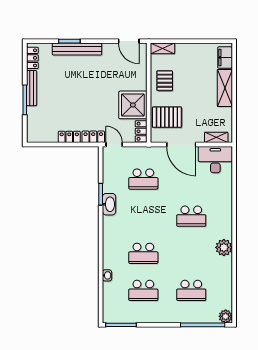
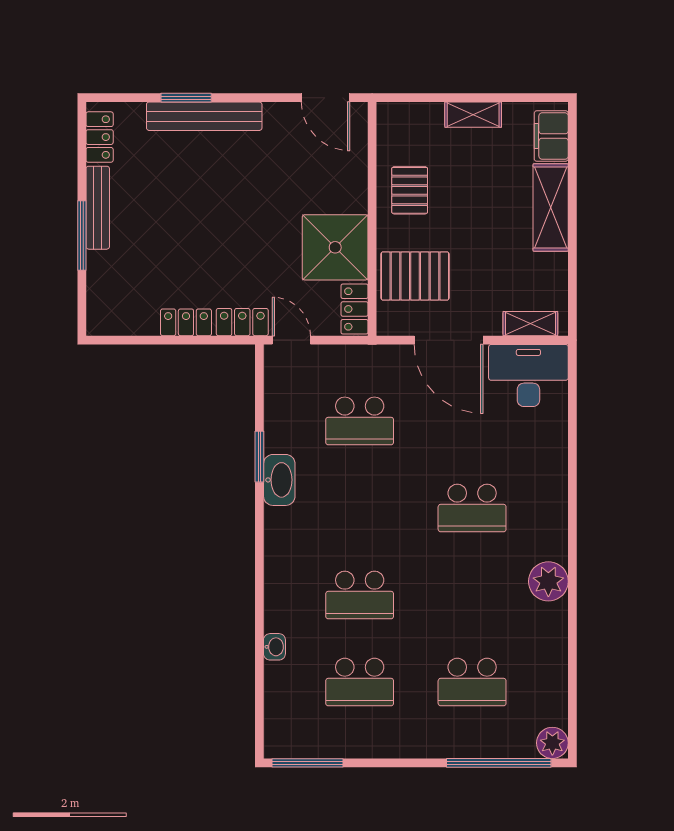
shelving: (163, 48) -> (473, 115), moved

